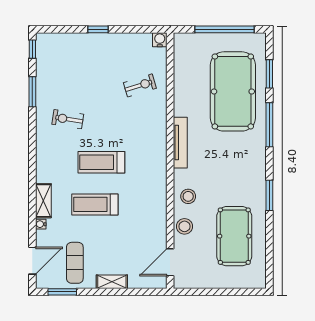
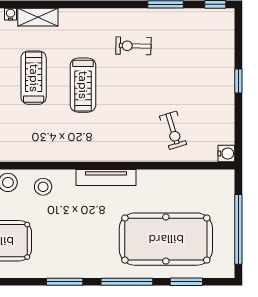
exercise bike: (68, 119) -> (133, 46), turned -98
treadmill: (101, 162) -> (83, 85), turned 180
window: (269, 195) -> (65, 282), moved

